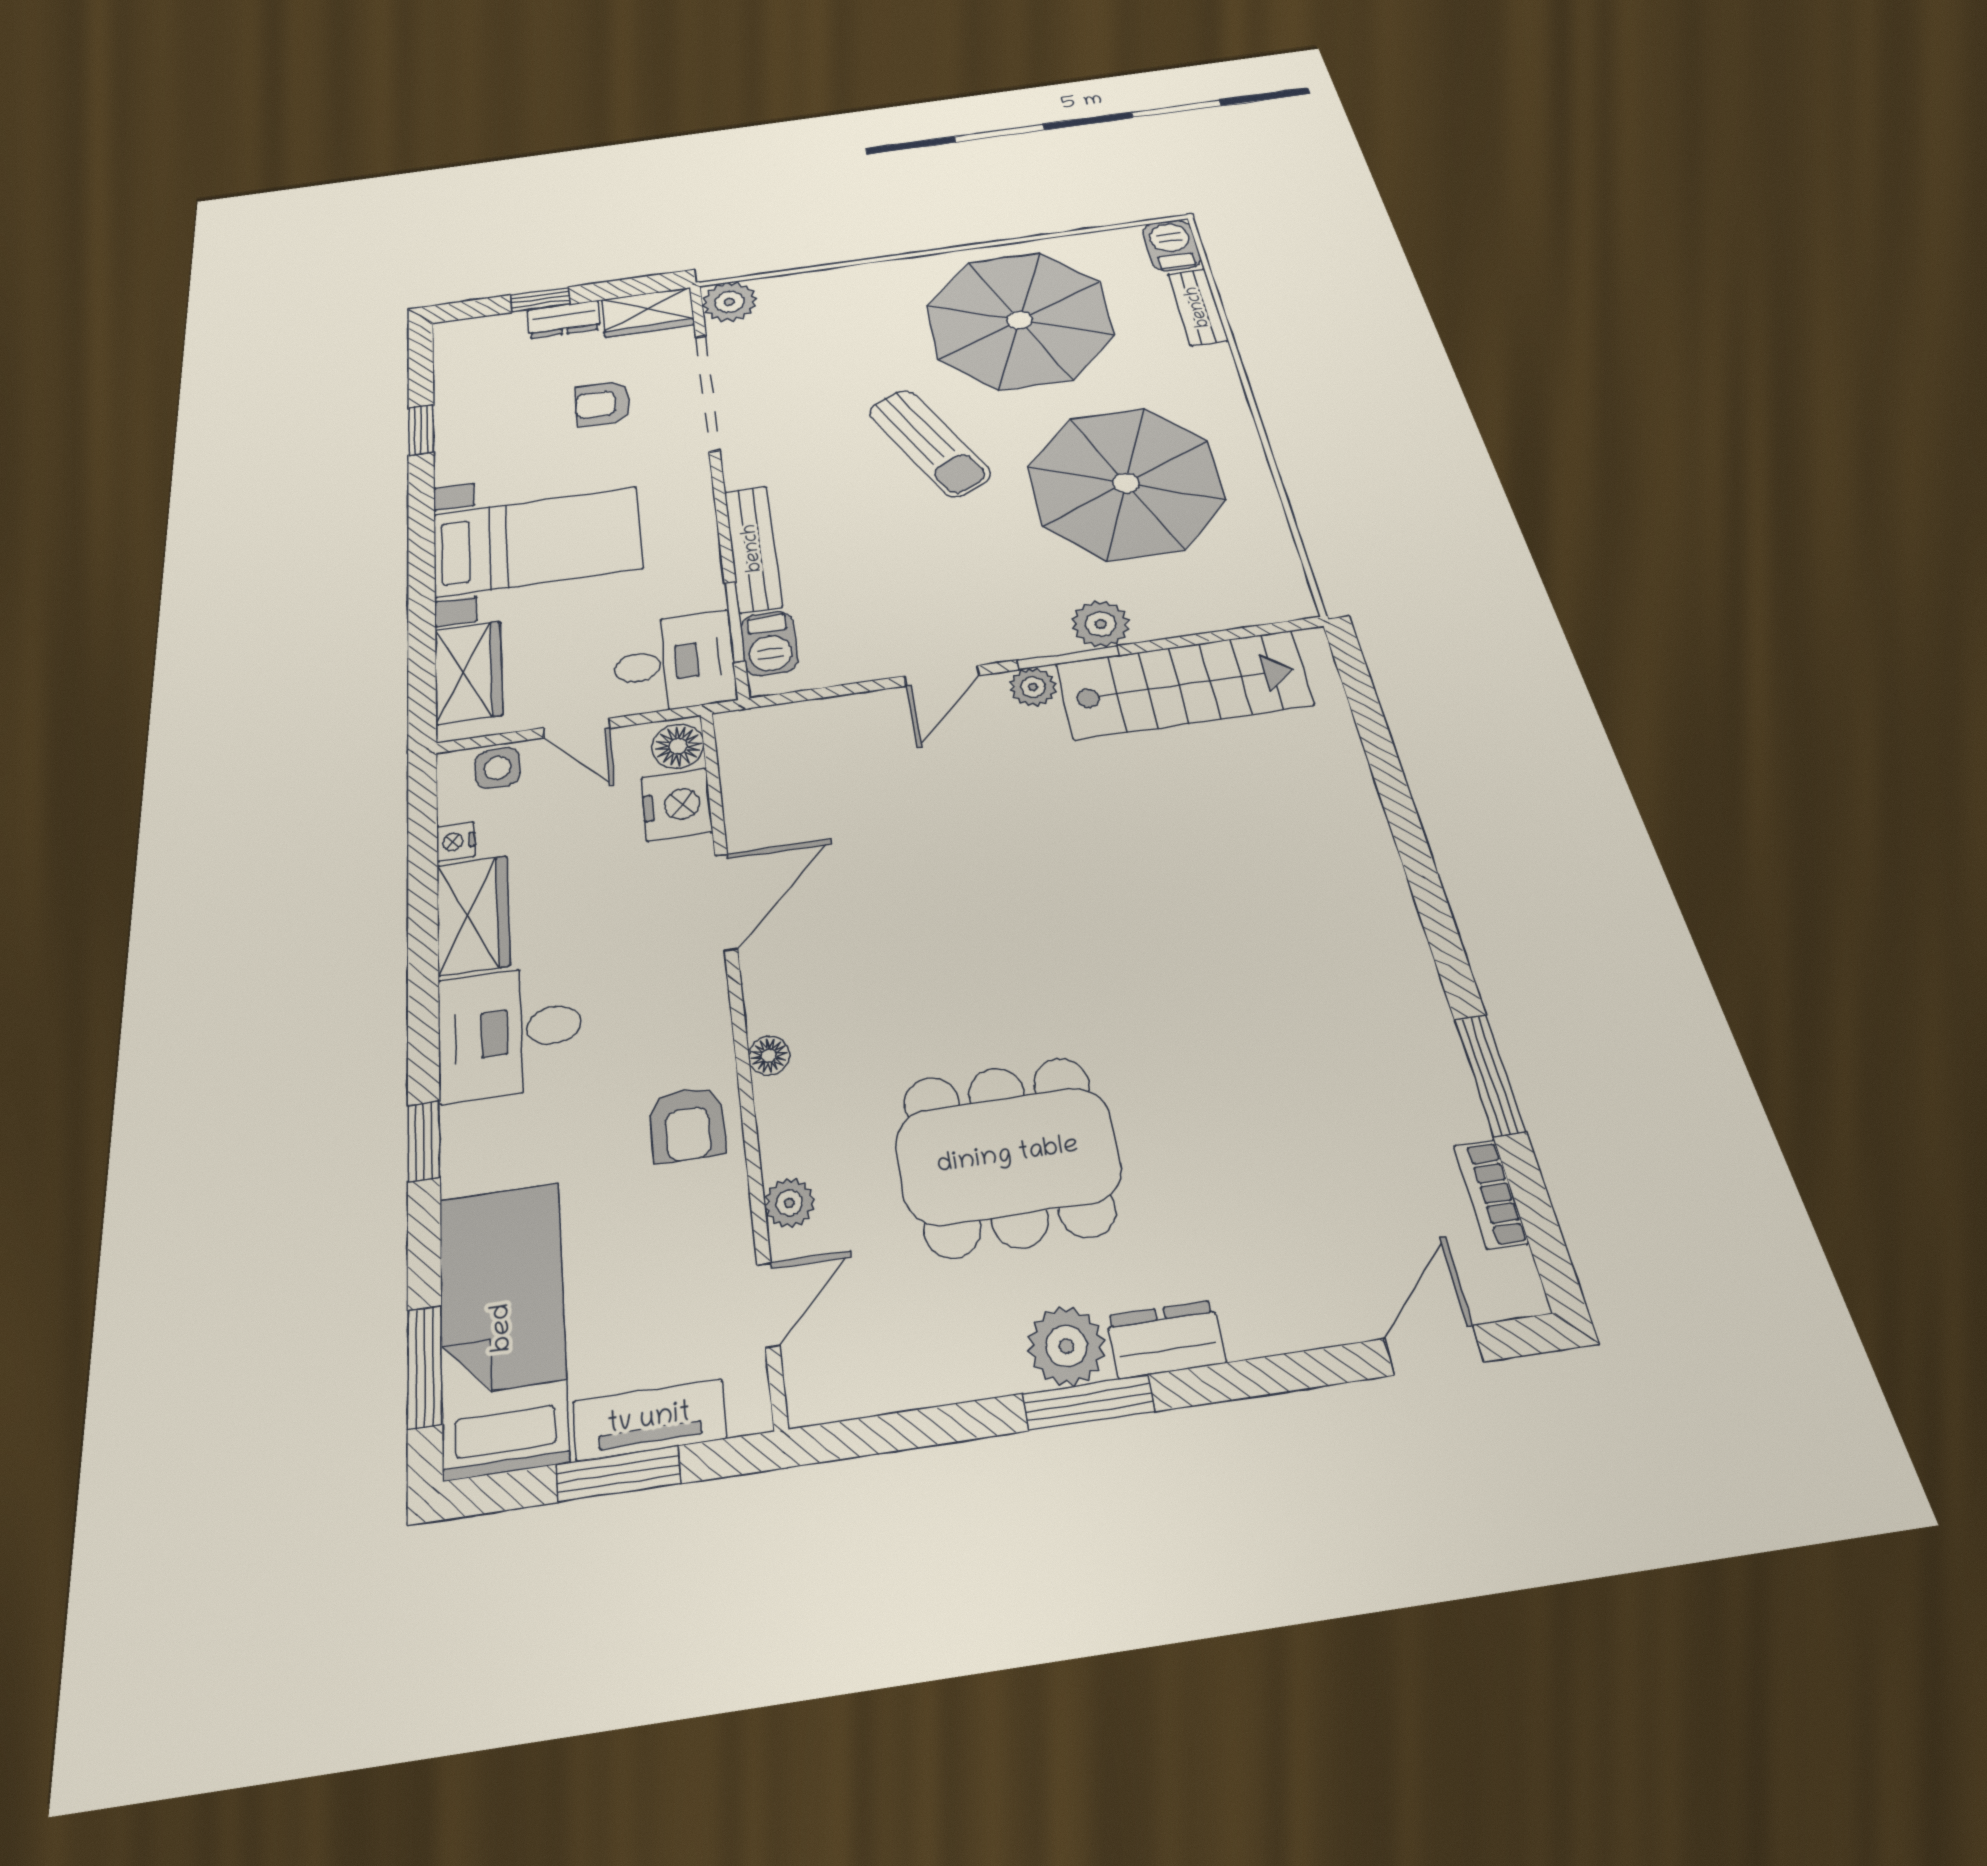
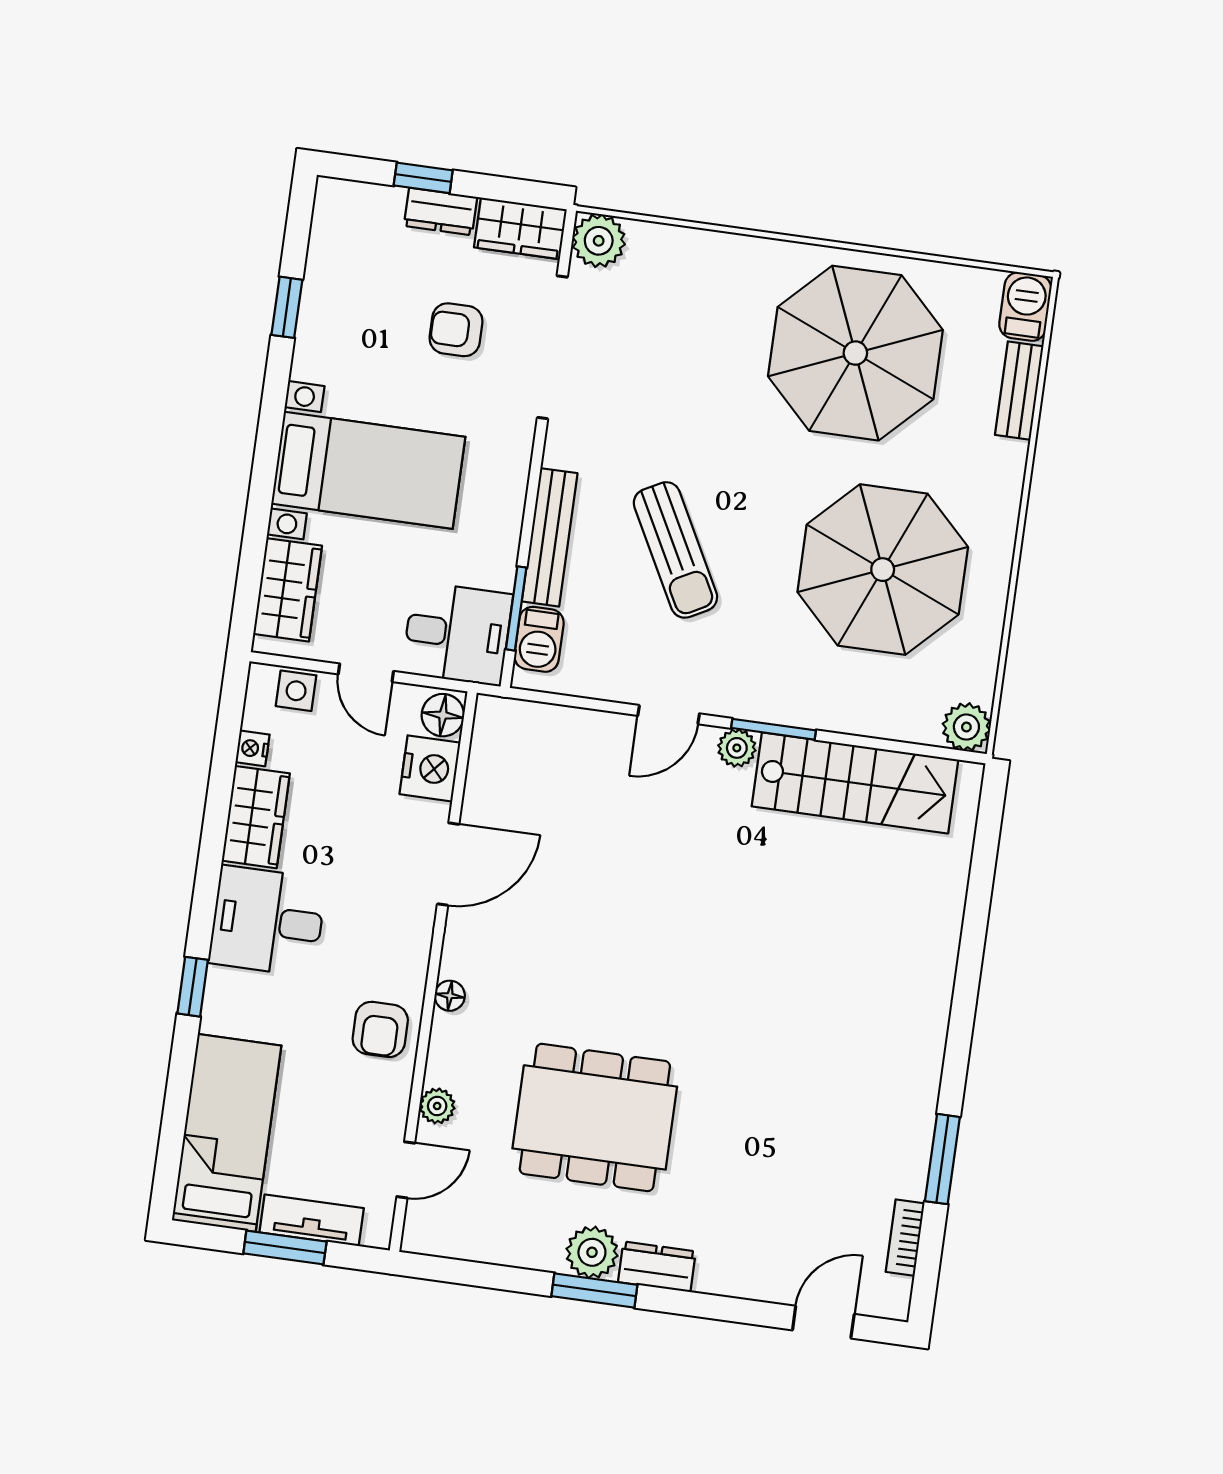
sun lounger: (929, 443) -> (675, 550), moved
plant: (1101, 624) -> (966, 727), moved
window: (425, 1367) -> (171, 1144), removed

